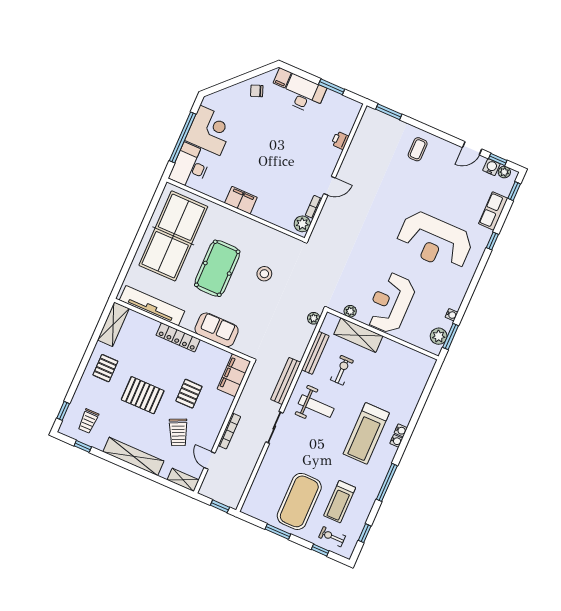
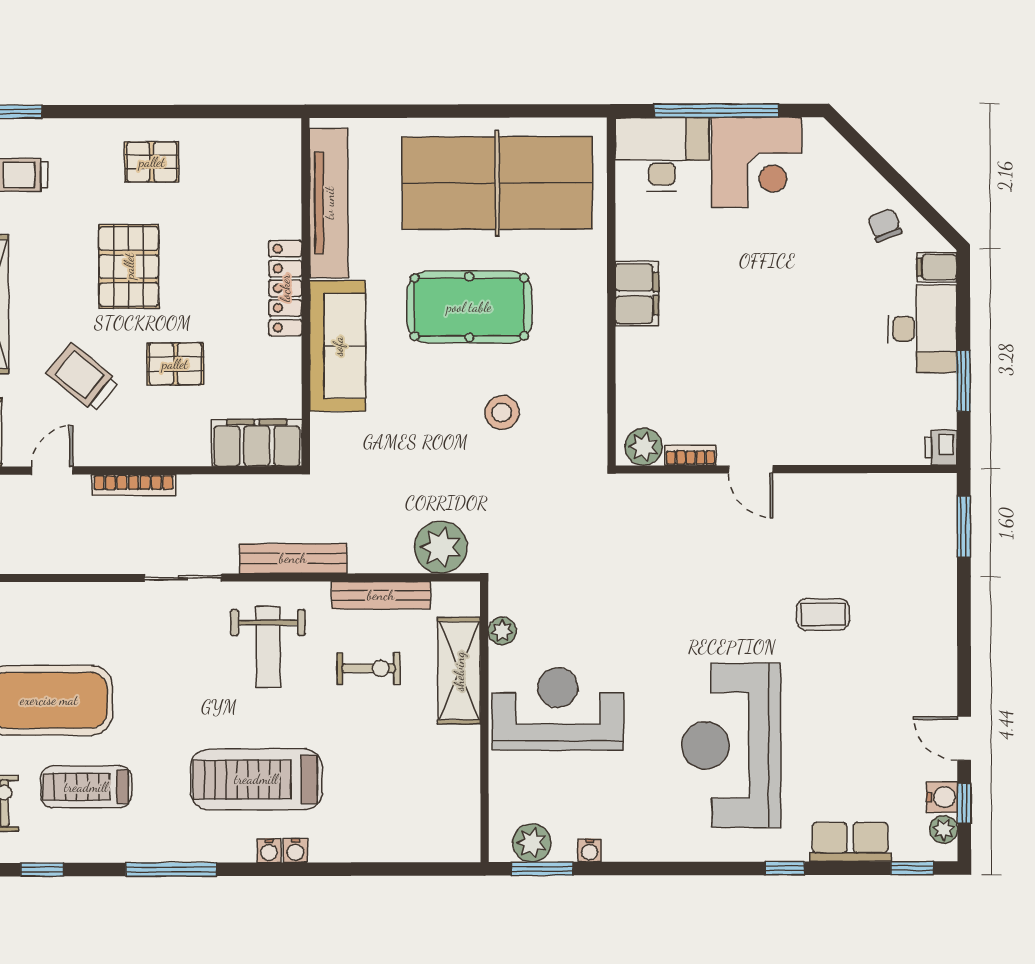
printer: (340, 140) -> (941, 447), moved, turned -90
coffee table: (418, 149) -> (823, 614), moved
plant: (314, 318) -> (441, 547), width x1.88, depth x1.88
shelving: (113, 324) -> (253, 138), removed
sofa: (217, 330) -> (338, 346), width x1.36
trolley: (178, 432) -> (83, 377), turned 64

